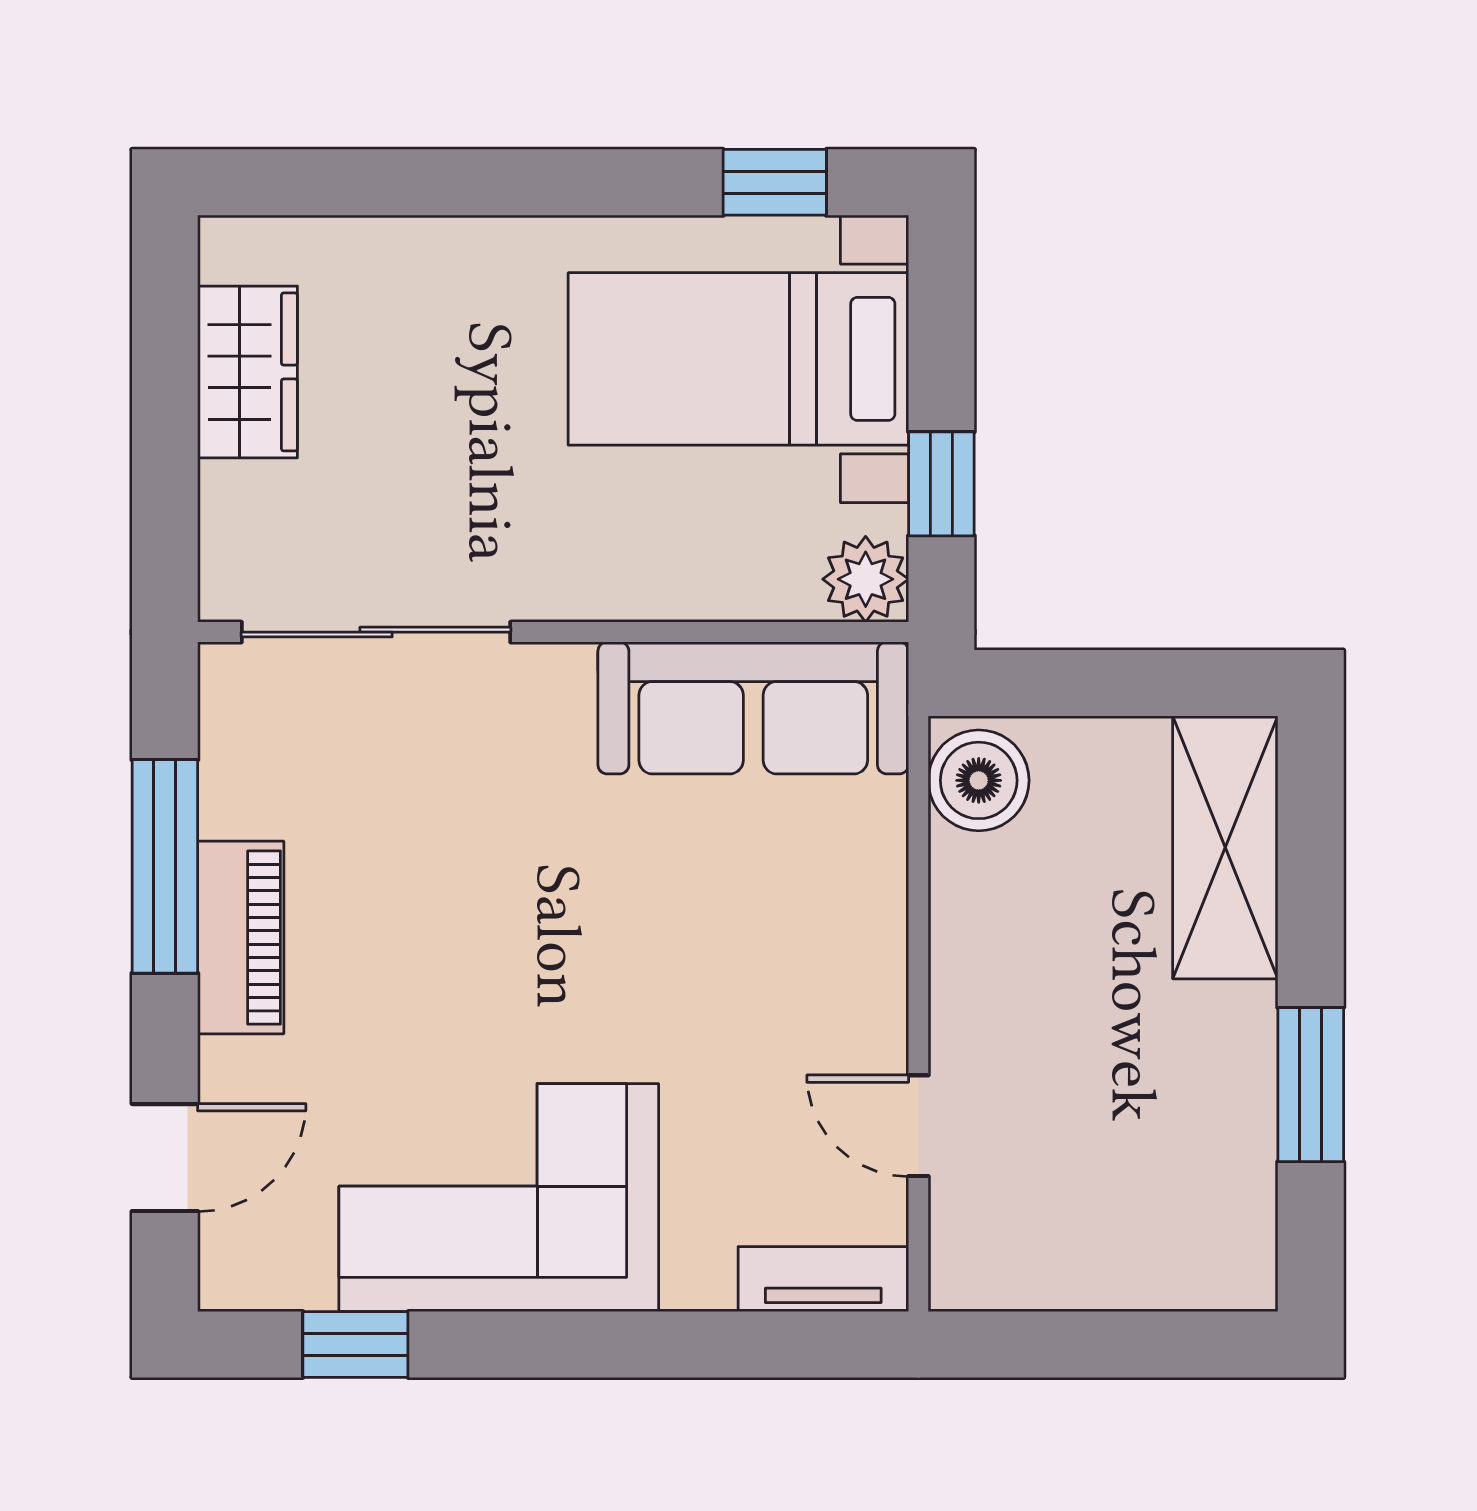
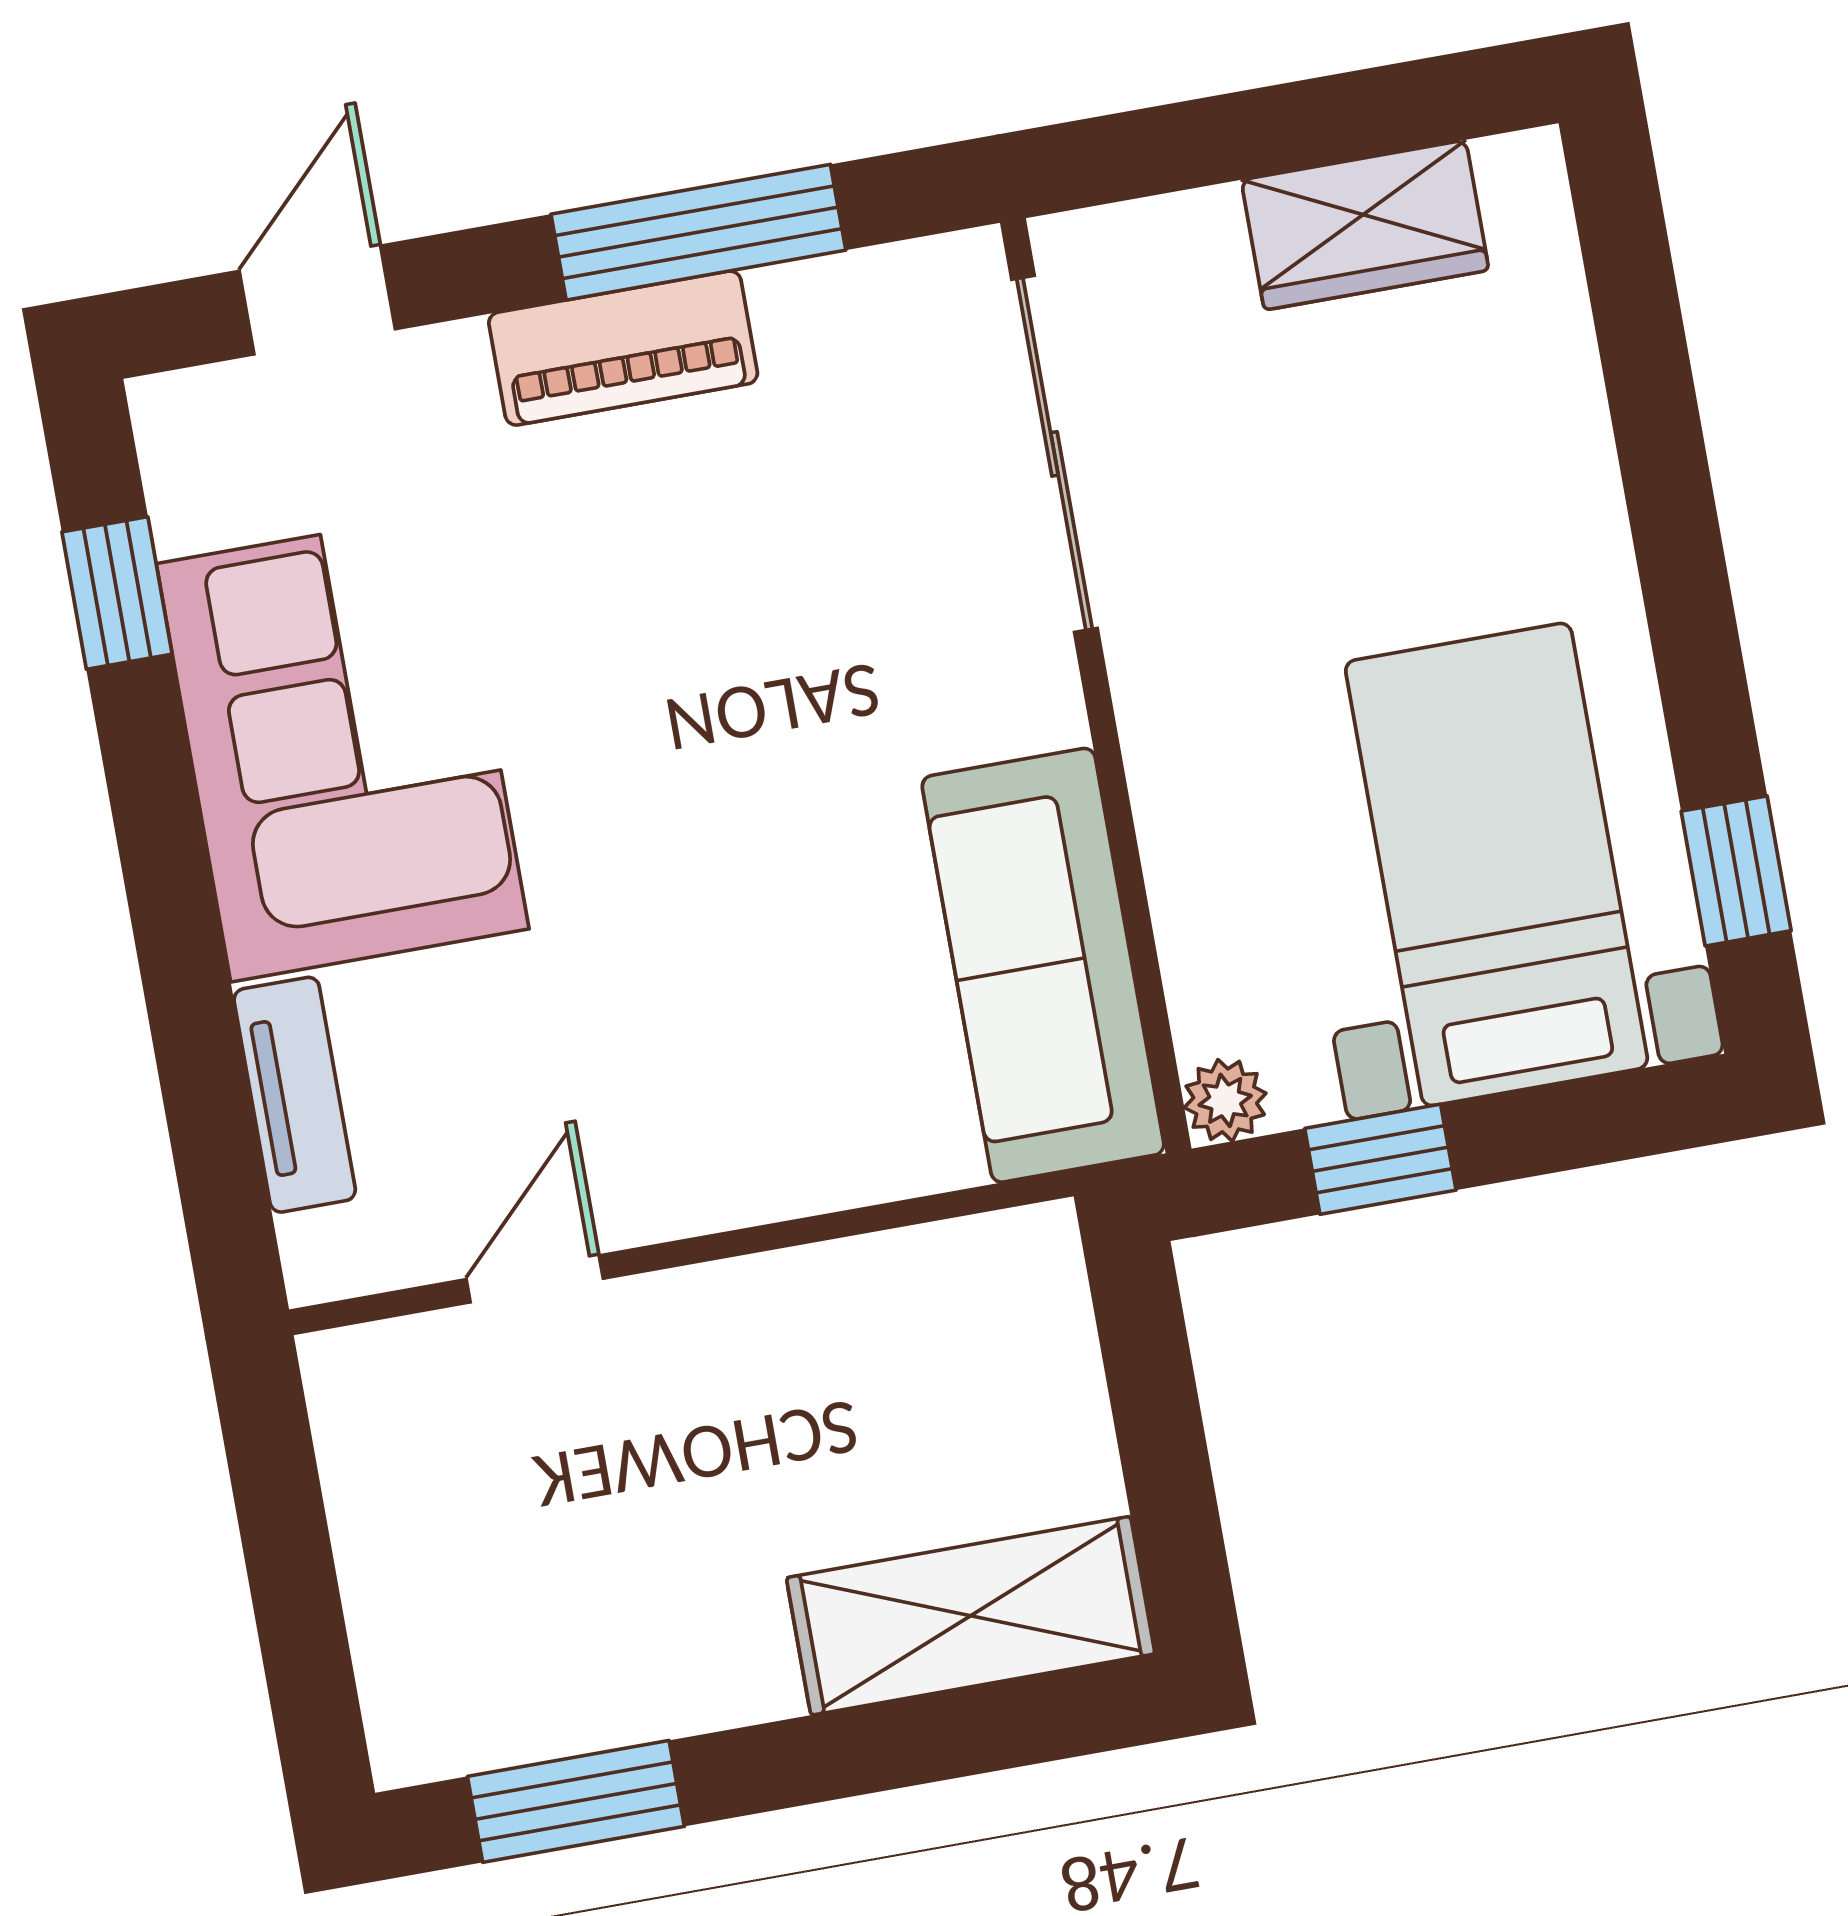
plant: (866, 579) -> (1225, 1100), width x0.73, depth x0.73
boiler: (979, 780) -> (1001, 1277), removed
window: (1311, 1085) -> (576, 1801), moved
door: (165, 1158) -> (317, 300), swing flipped
tv unit: (823, 1279) -> (295, 1095), moved

